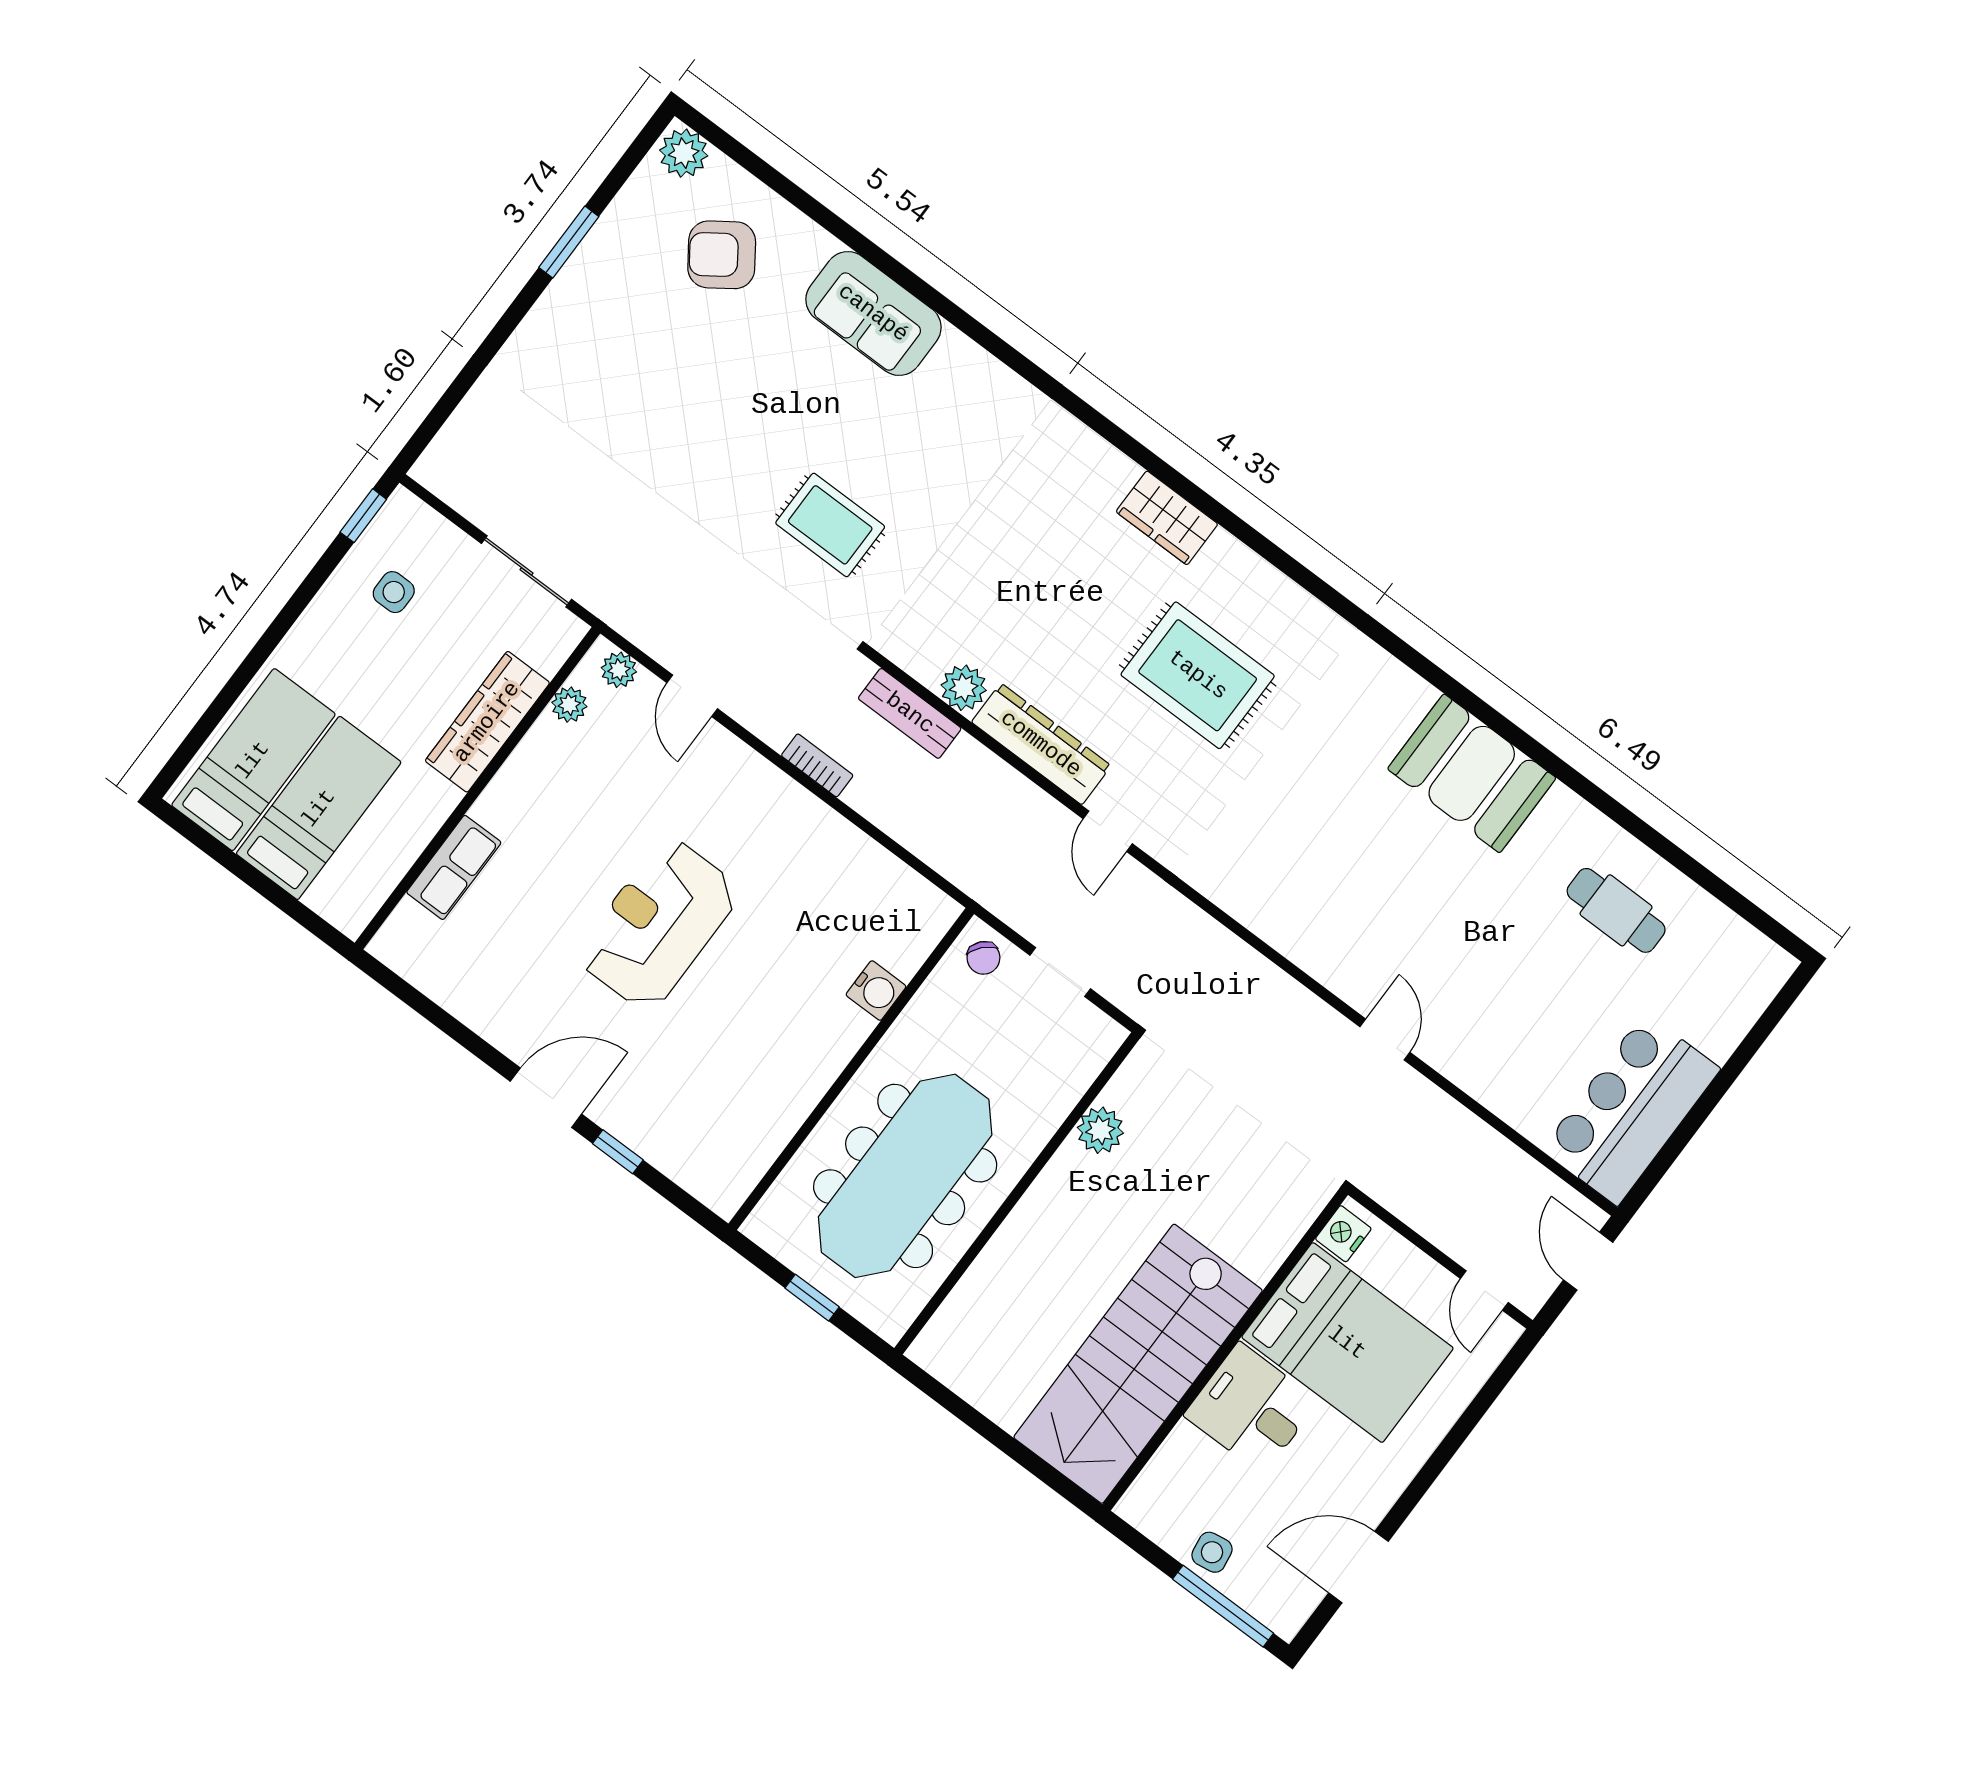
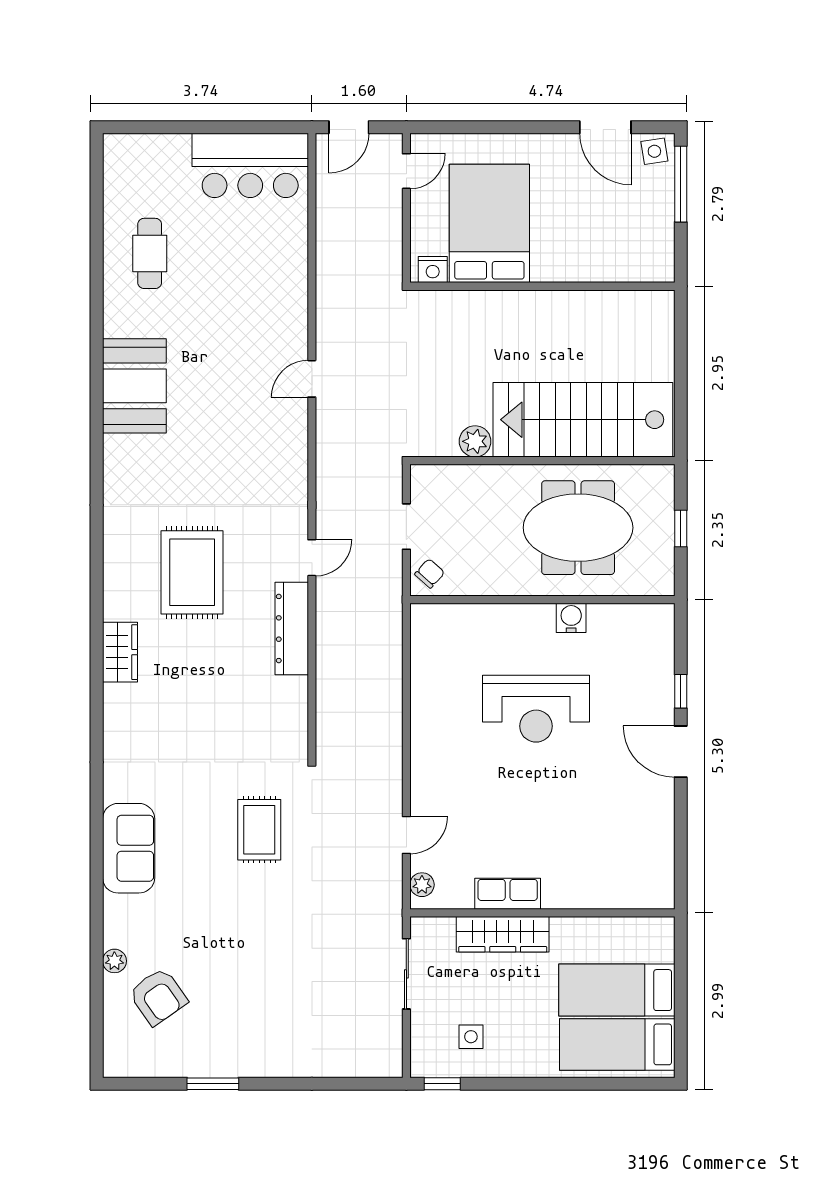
plant: (684, 153) -> (114, 961), moved, width x0.73, depth x0.73
sofa: (873, 313) -> (129, 848), moved
plant: (964, 688) -> (293, 693), removed
plant: (569, 705) -> (461, 897), removed
bench: (910, 713) -> (328, 711), removed
bookcase: (817, 765) -> (393, 740), removed
row of seats: (454, 867) -> (508, 894), moved
reception desk: (658, 924) -> (536, 709), moved
water cooler: (876, 991) -> (571, 618), moved
door: (1385, 1039) -> (312, 379), moved
meeting table: (905, 1176) -> (578, 528), width x0.73
stairs: (1138, 1364) -> (583, 420), moved, turned 180
desk: (1251, 1408) -> (563, 249), removed
side table: (1212, 1552) -> (654, 151), moved

